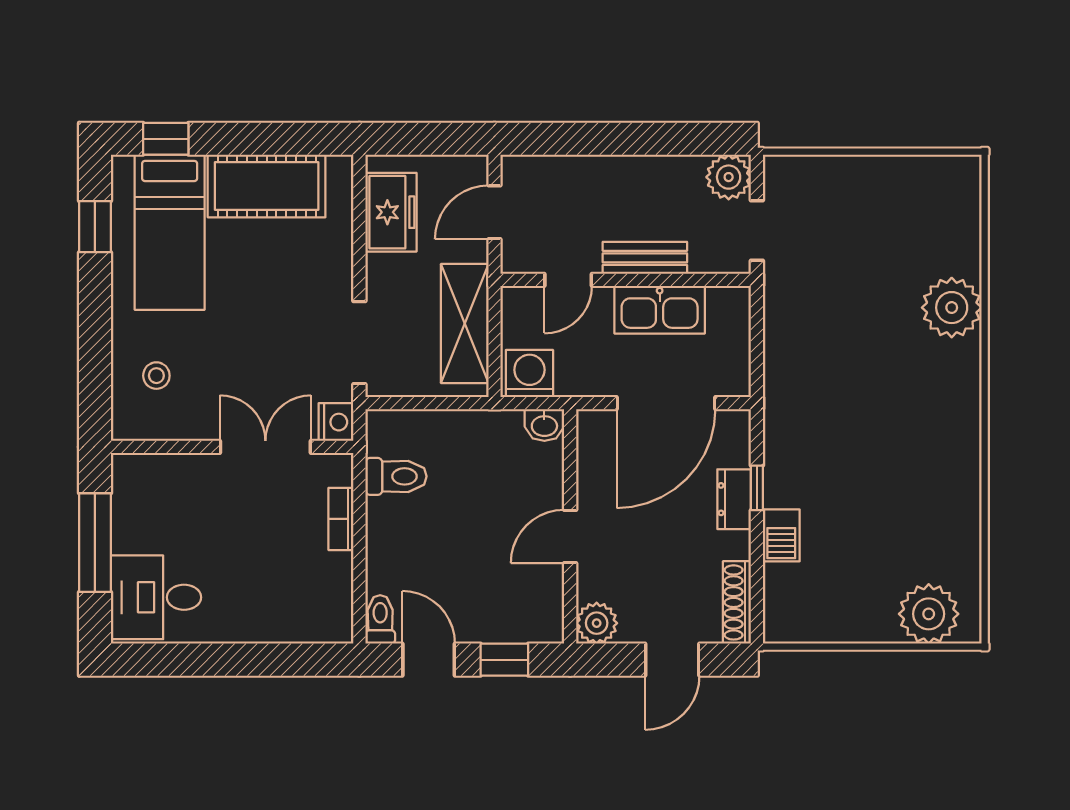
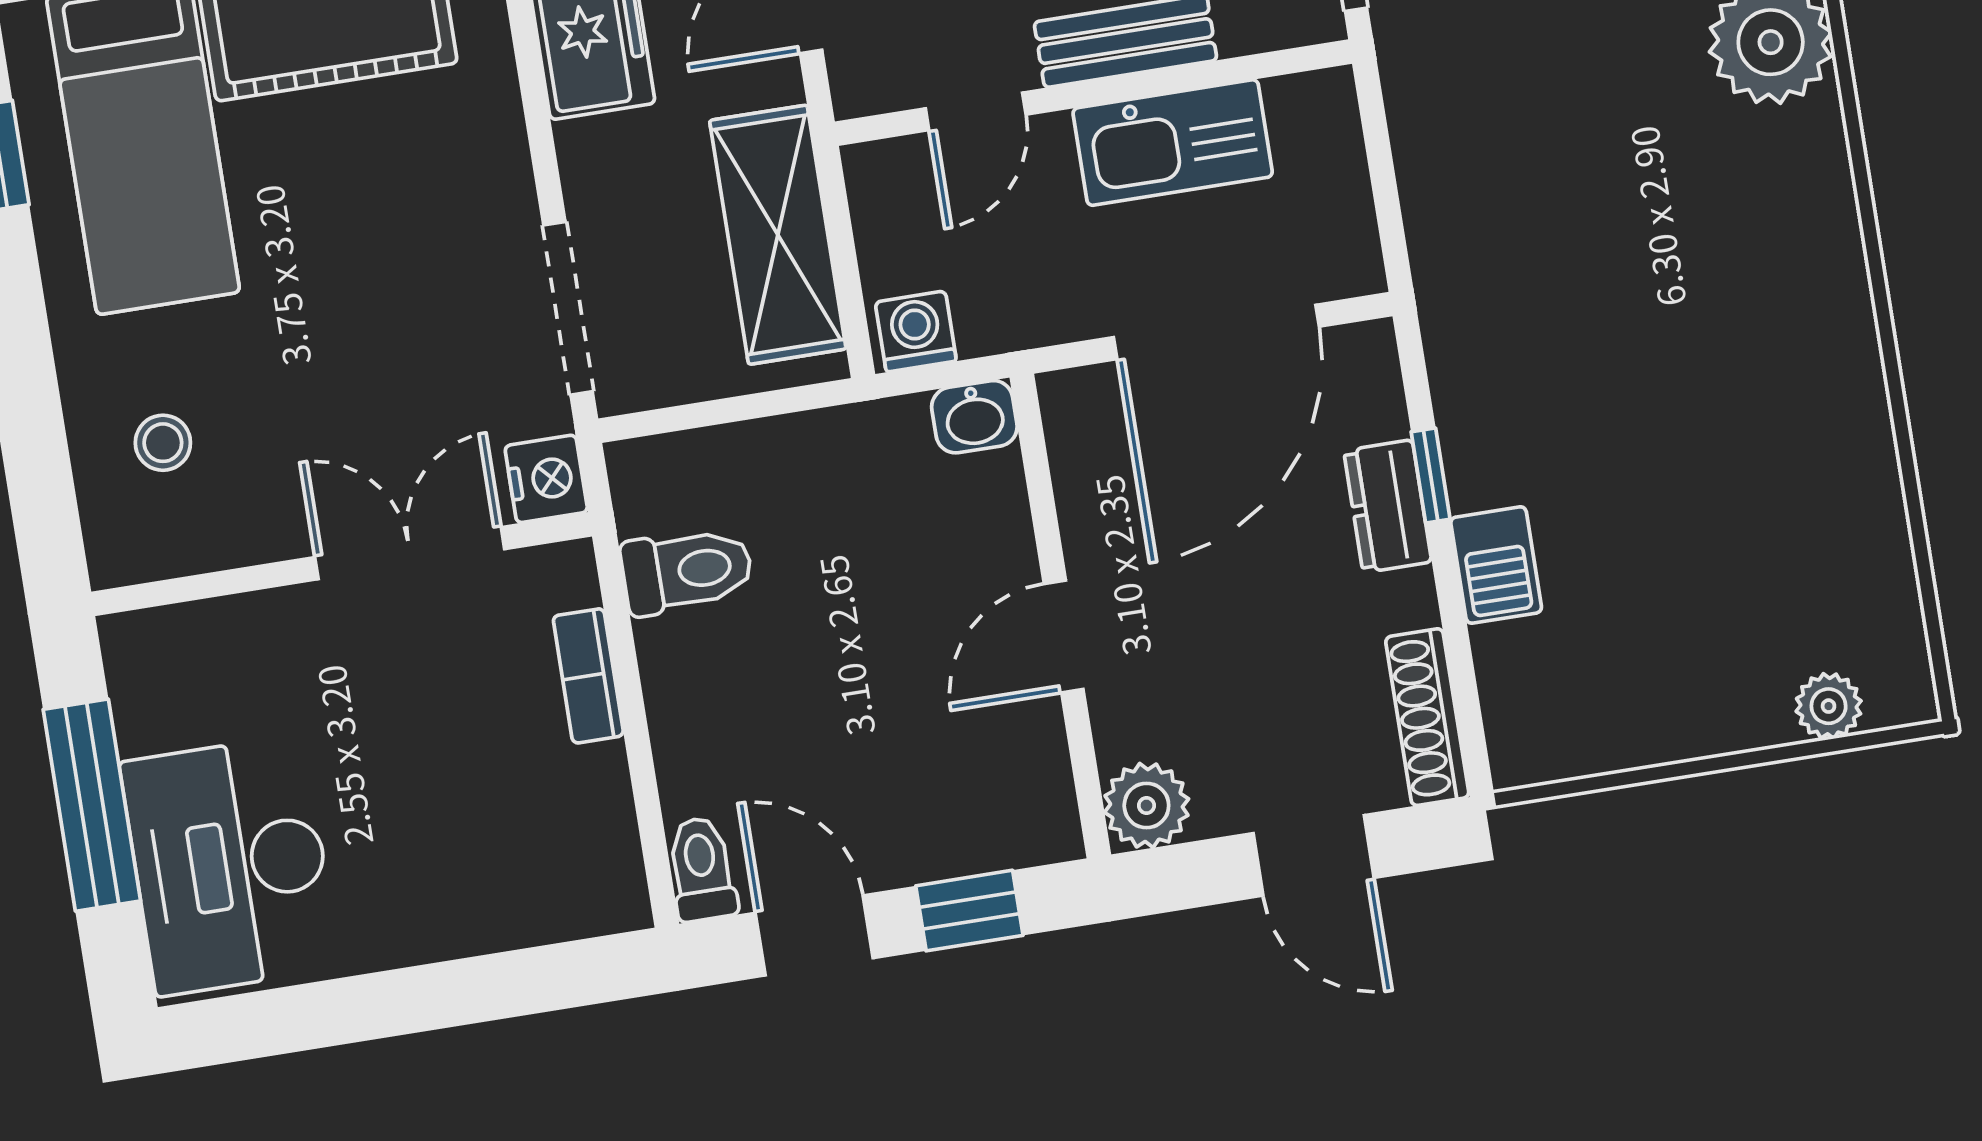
washing machine: (529, 374) -> (916, 332), width x0.73, depth x0.73
desk: (156, 597) -> (230, 865), width x1.37
plant: (929, 614) -> (1829, 706), width x0.53, depth x0.53
door: (672, 660) -> (1314, 855), hinge flipped

